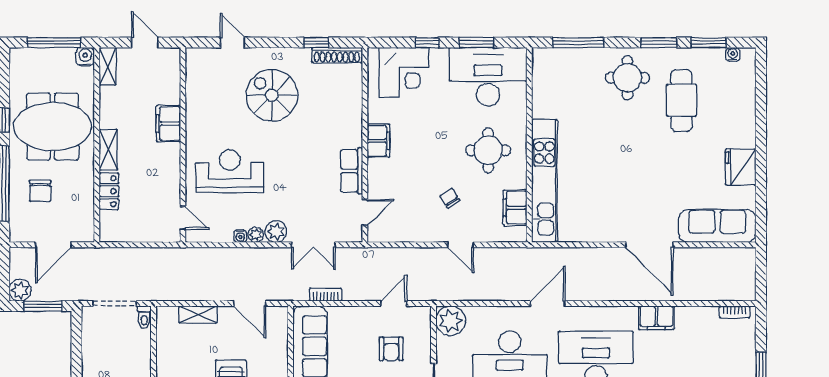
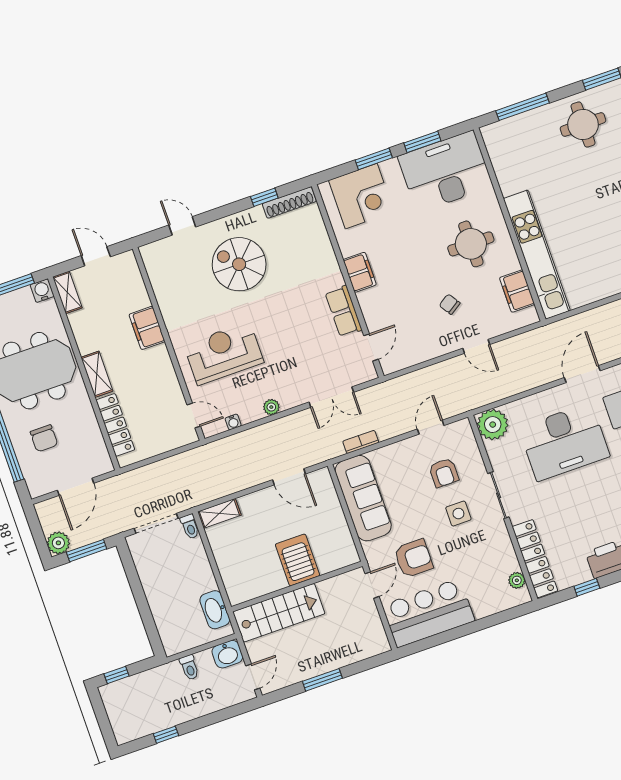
window: (427, 43) -> (374, 159), width x1.50
locker: (109, 191) -> (115, 425), width x1.53
plant: (276, 232) -> (290, 397), removed
water cooler: (240, 236) -> (233, 422), moved
shelving: (198, 314) -> (219, 513), moved

